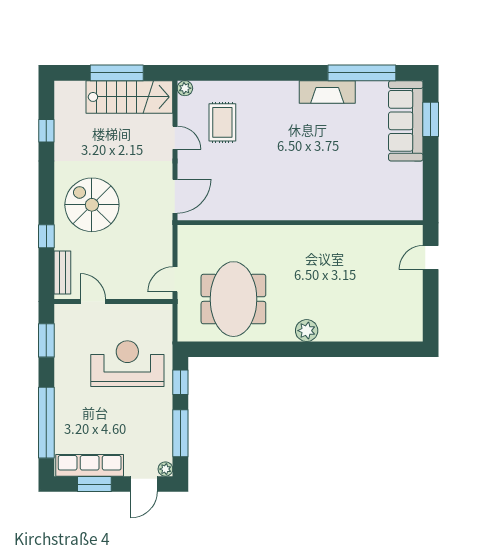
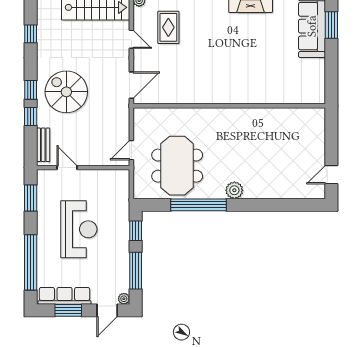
window: (46, 202) -> (31, 90), added
door: (431, 257) -> (331, 175), moved
window: (261, 349) -> (199, 205), added
reception desk: (127, 364) -> (79, 229), moved, turned 90

